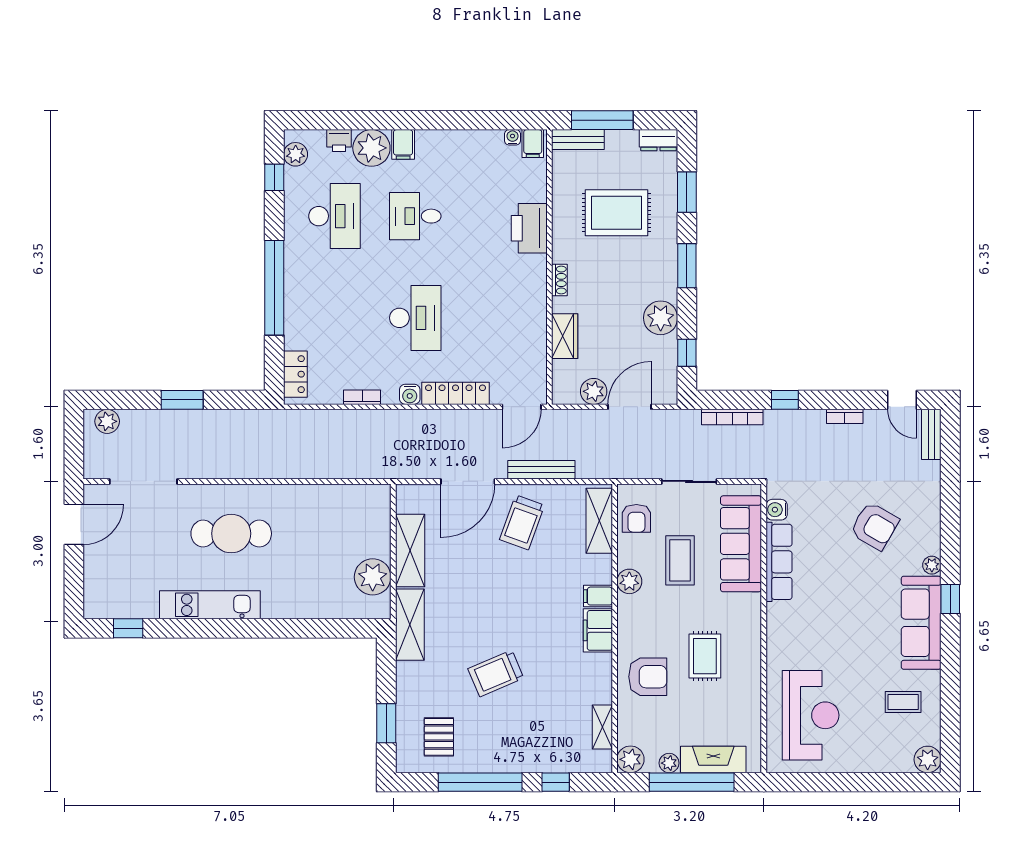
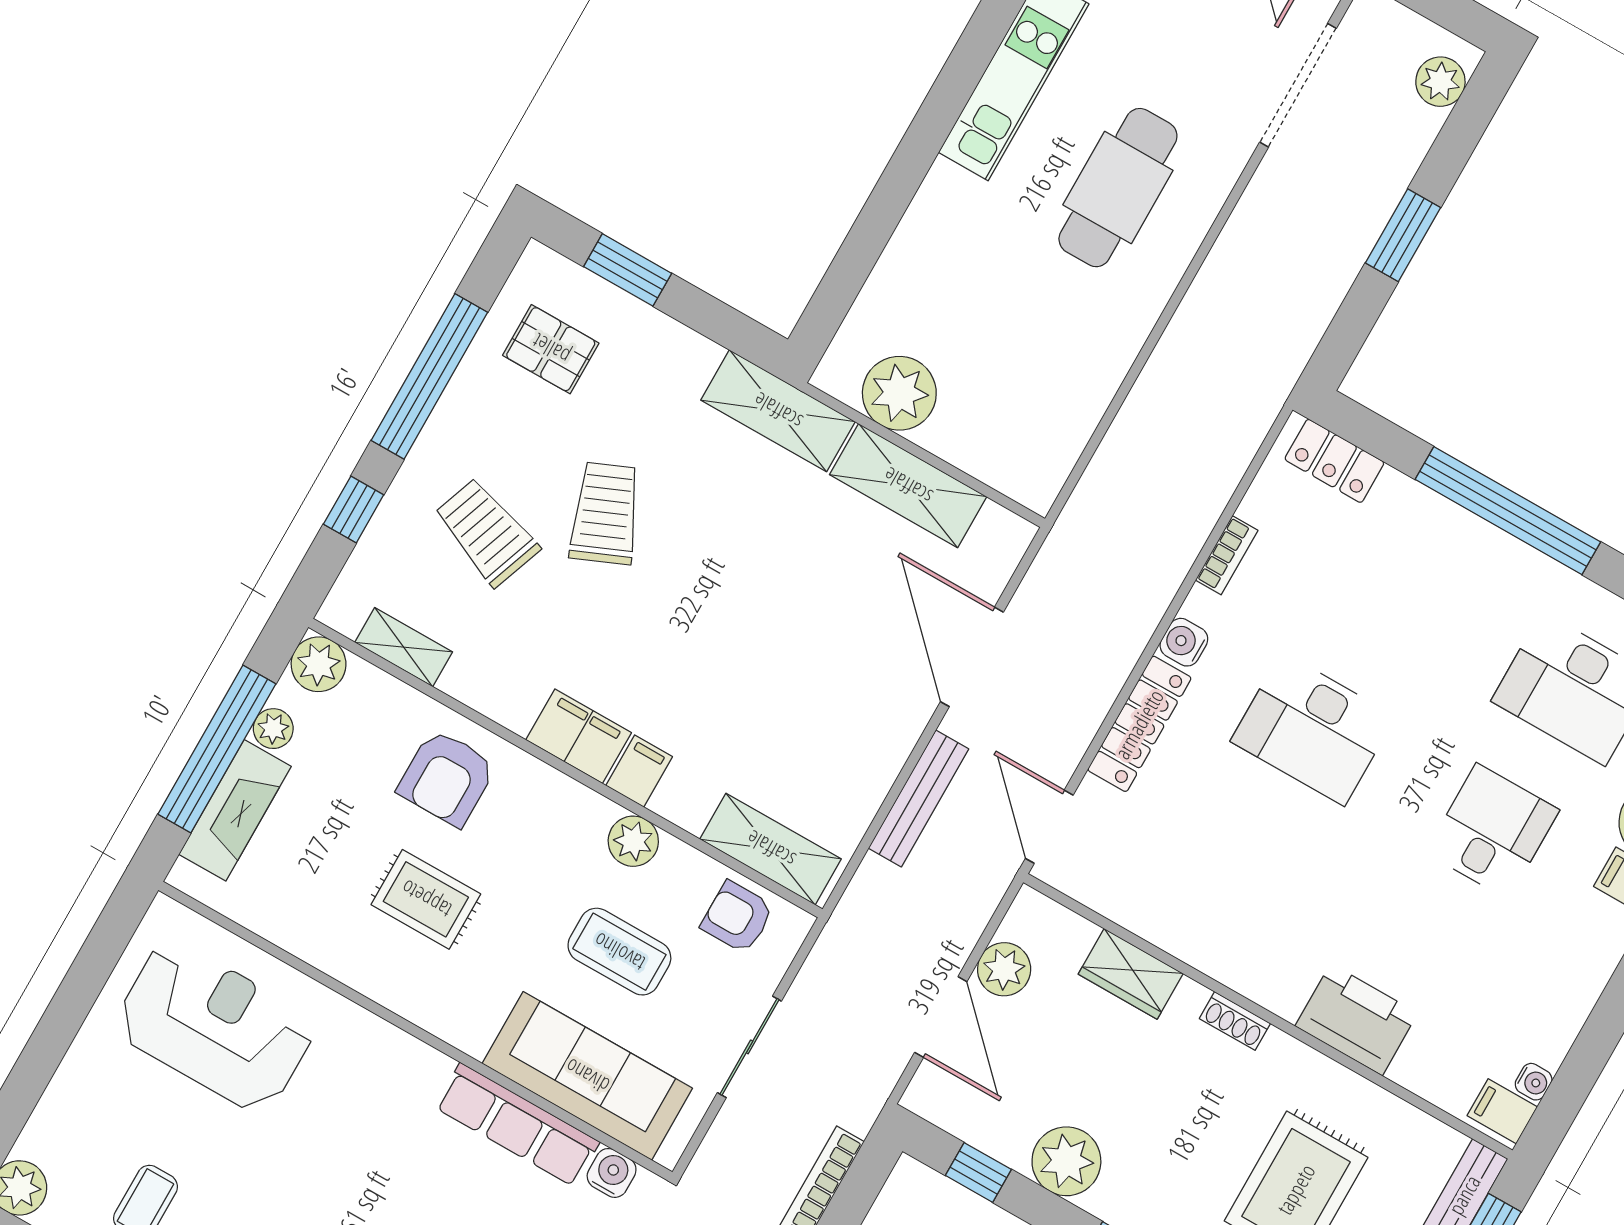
trolley: (522, 522) -> (487, 532), moved
reception desk: (811, 715) -> (215, 1026), turned 180

